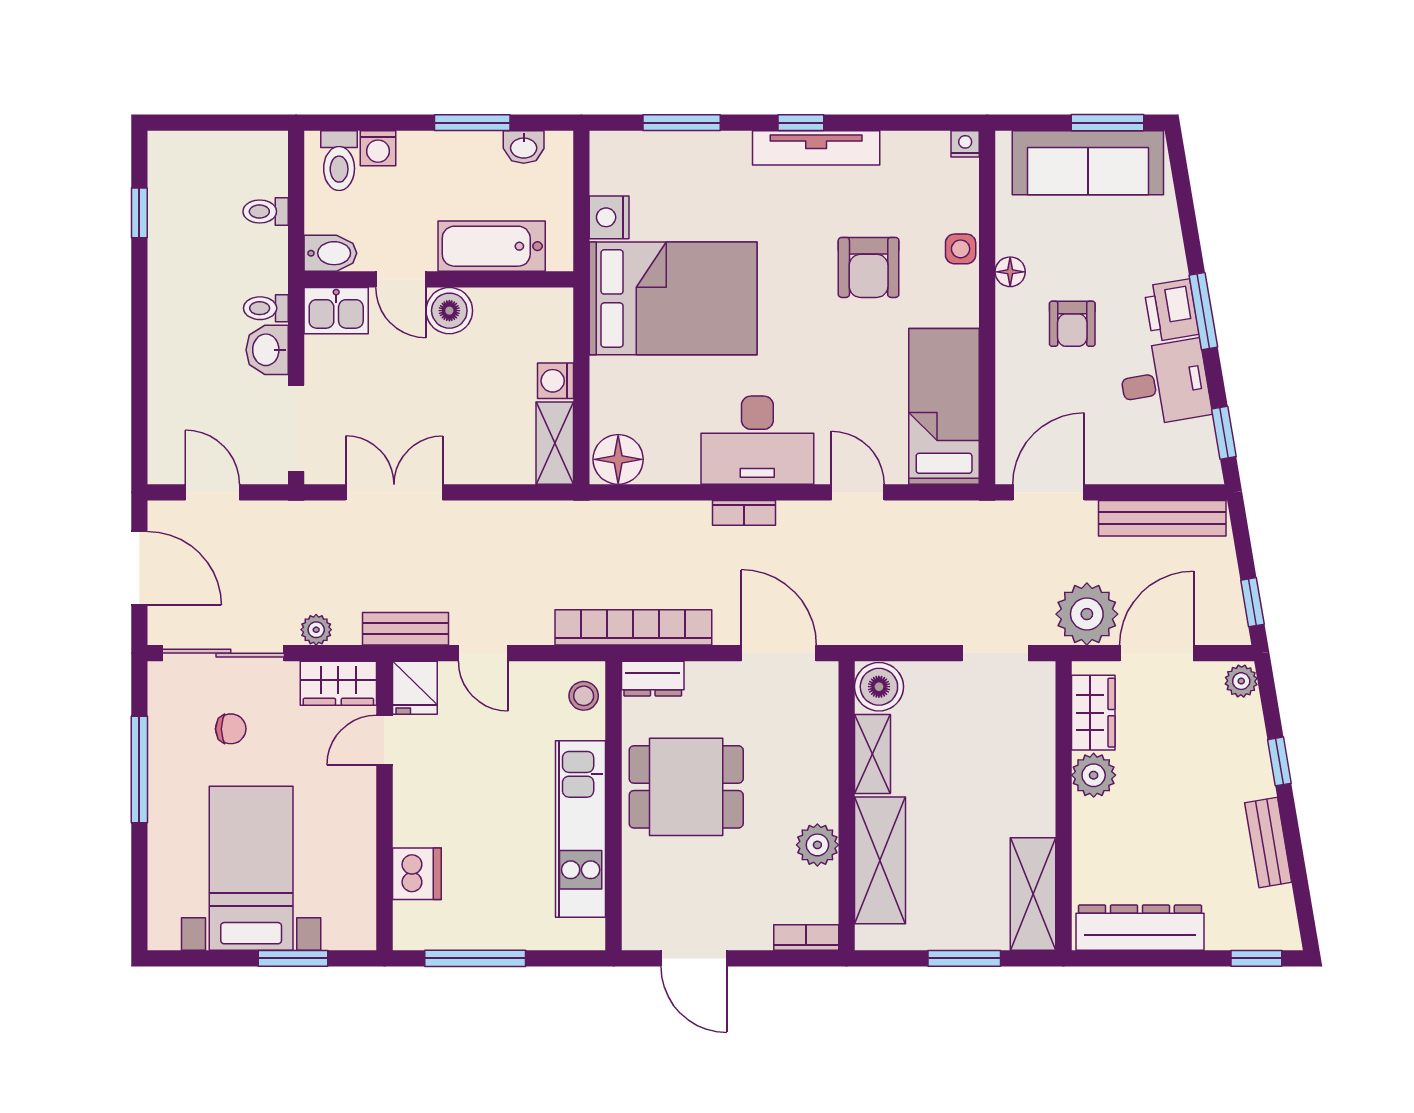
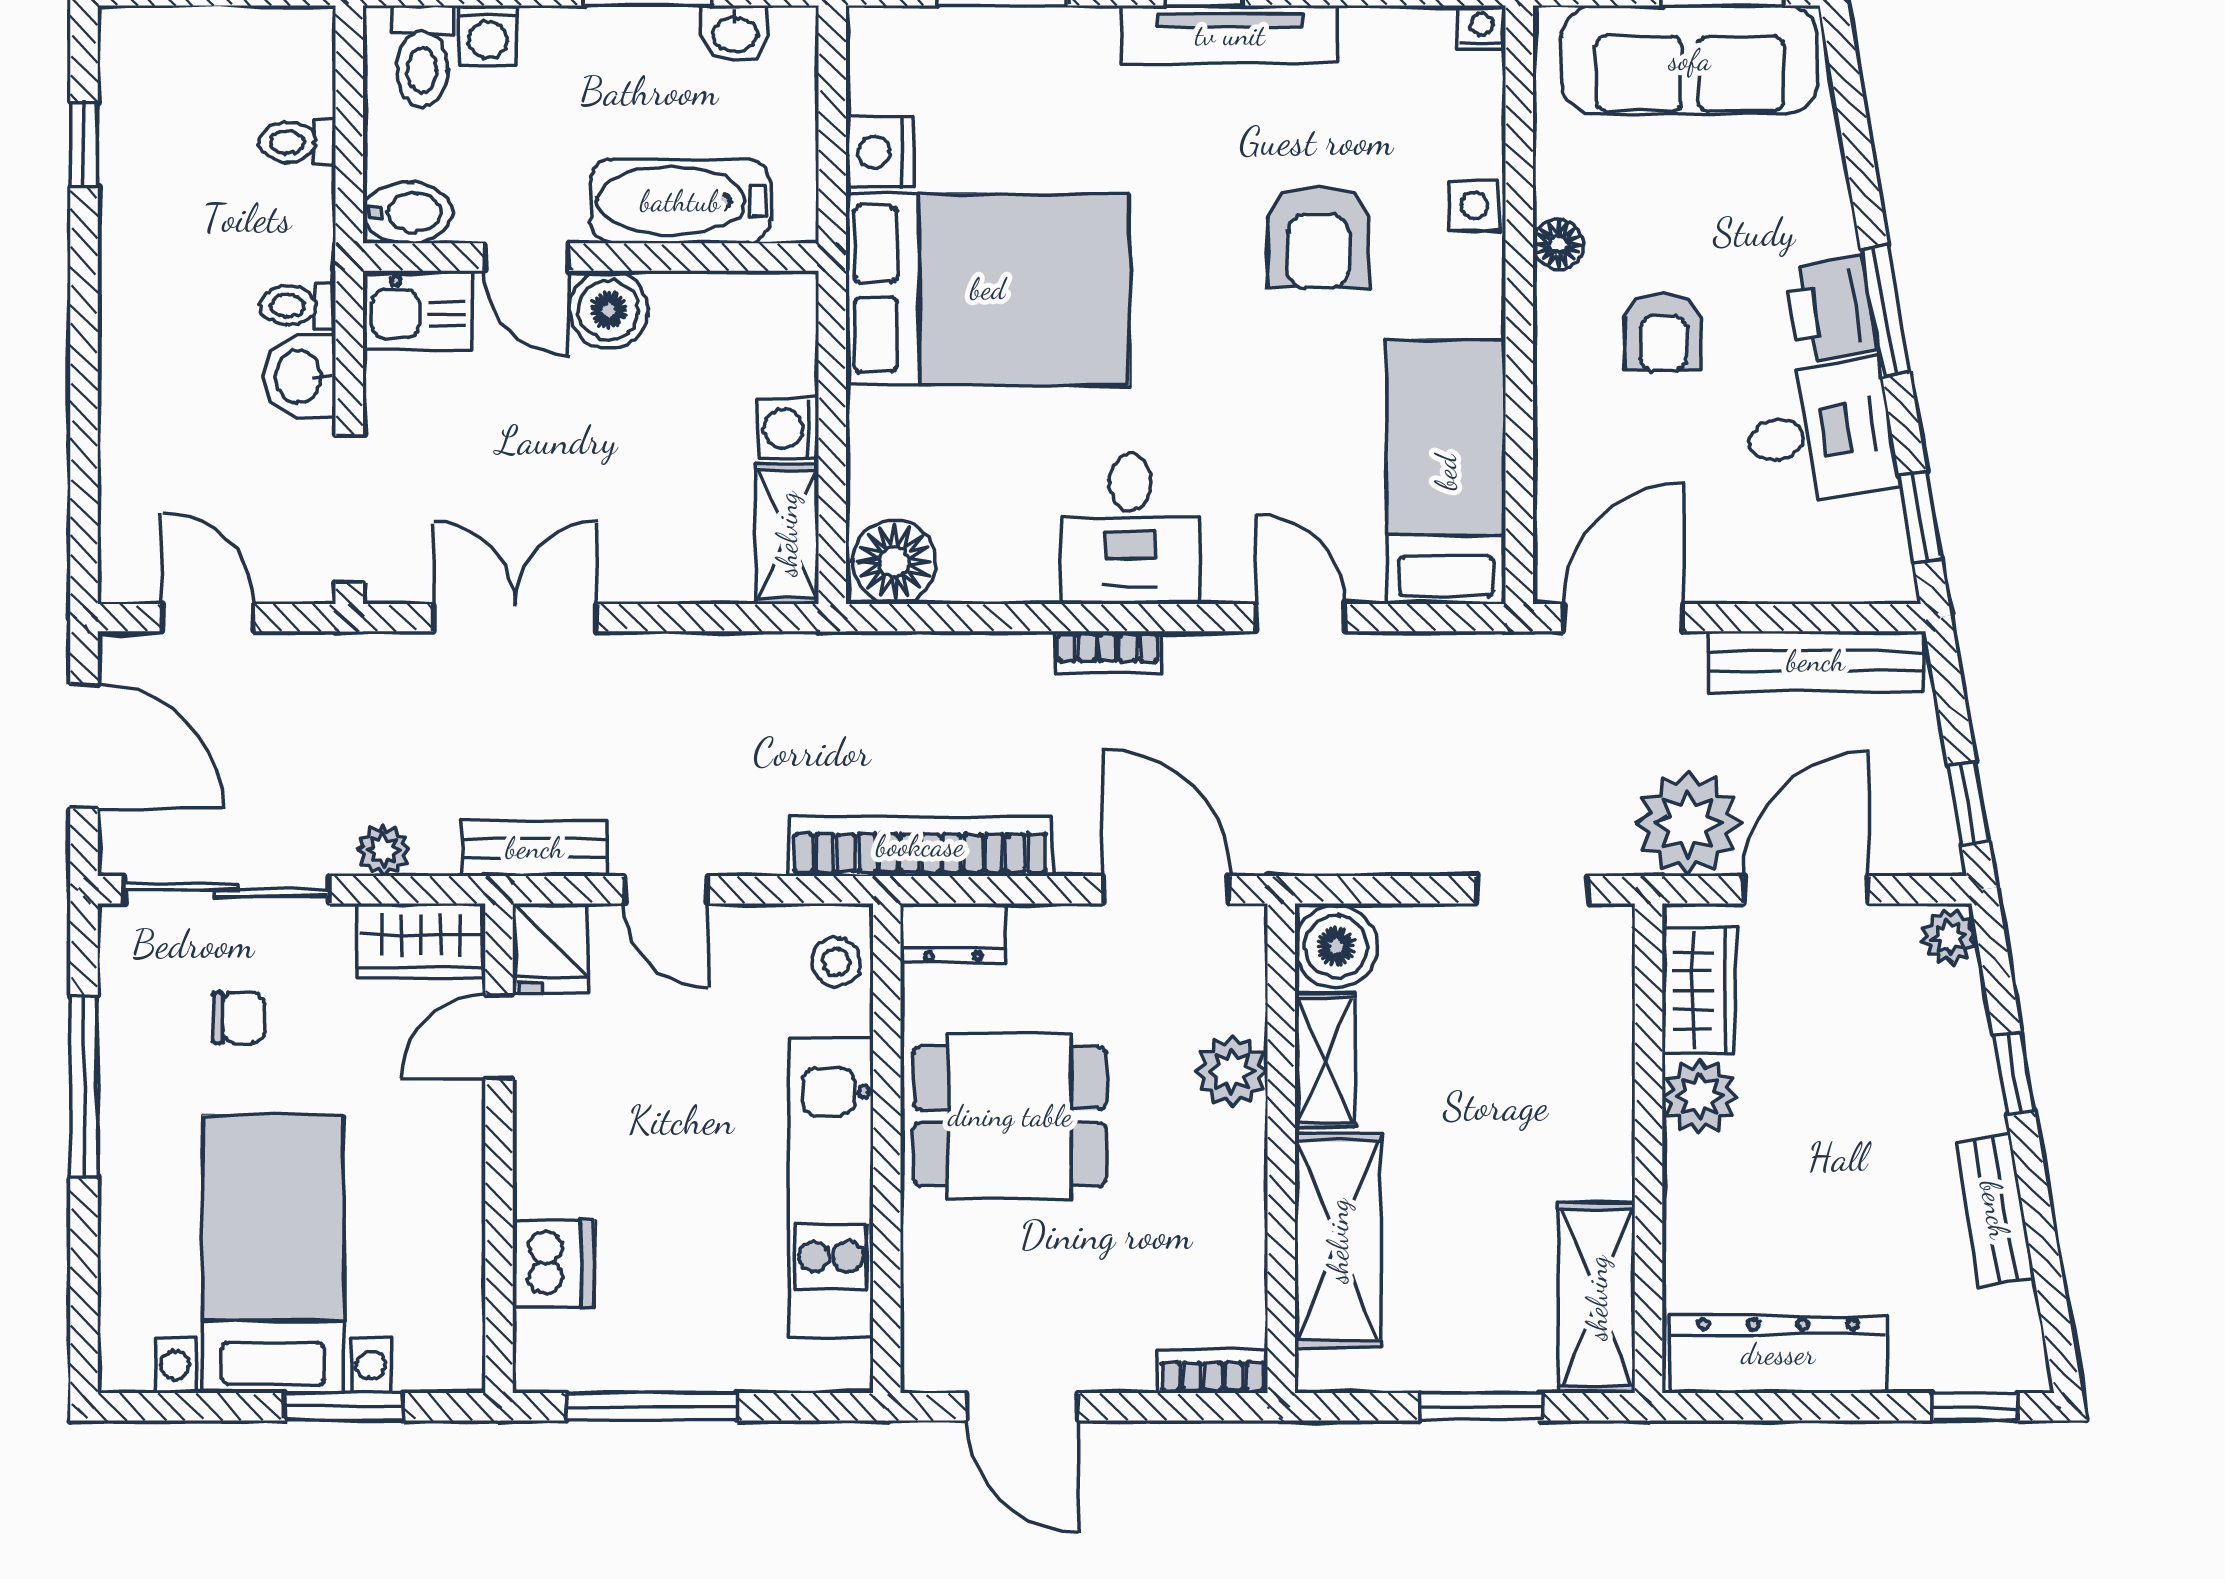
desk: (757, 440) -> (1130, 529), width x0.73
plant: (817, 845) -> (1232, 1071), moved

